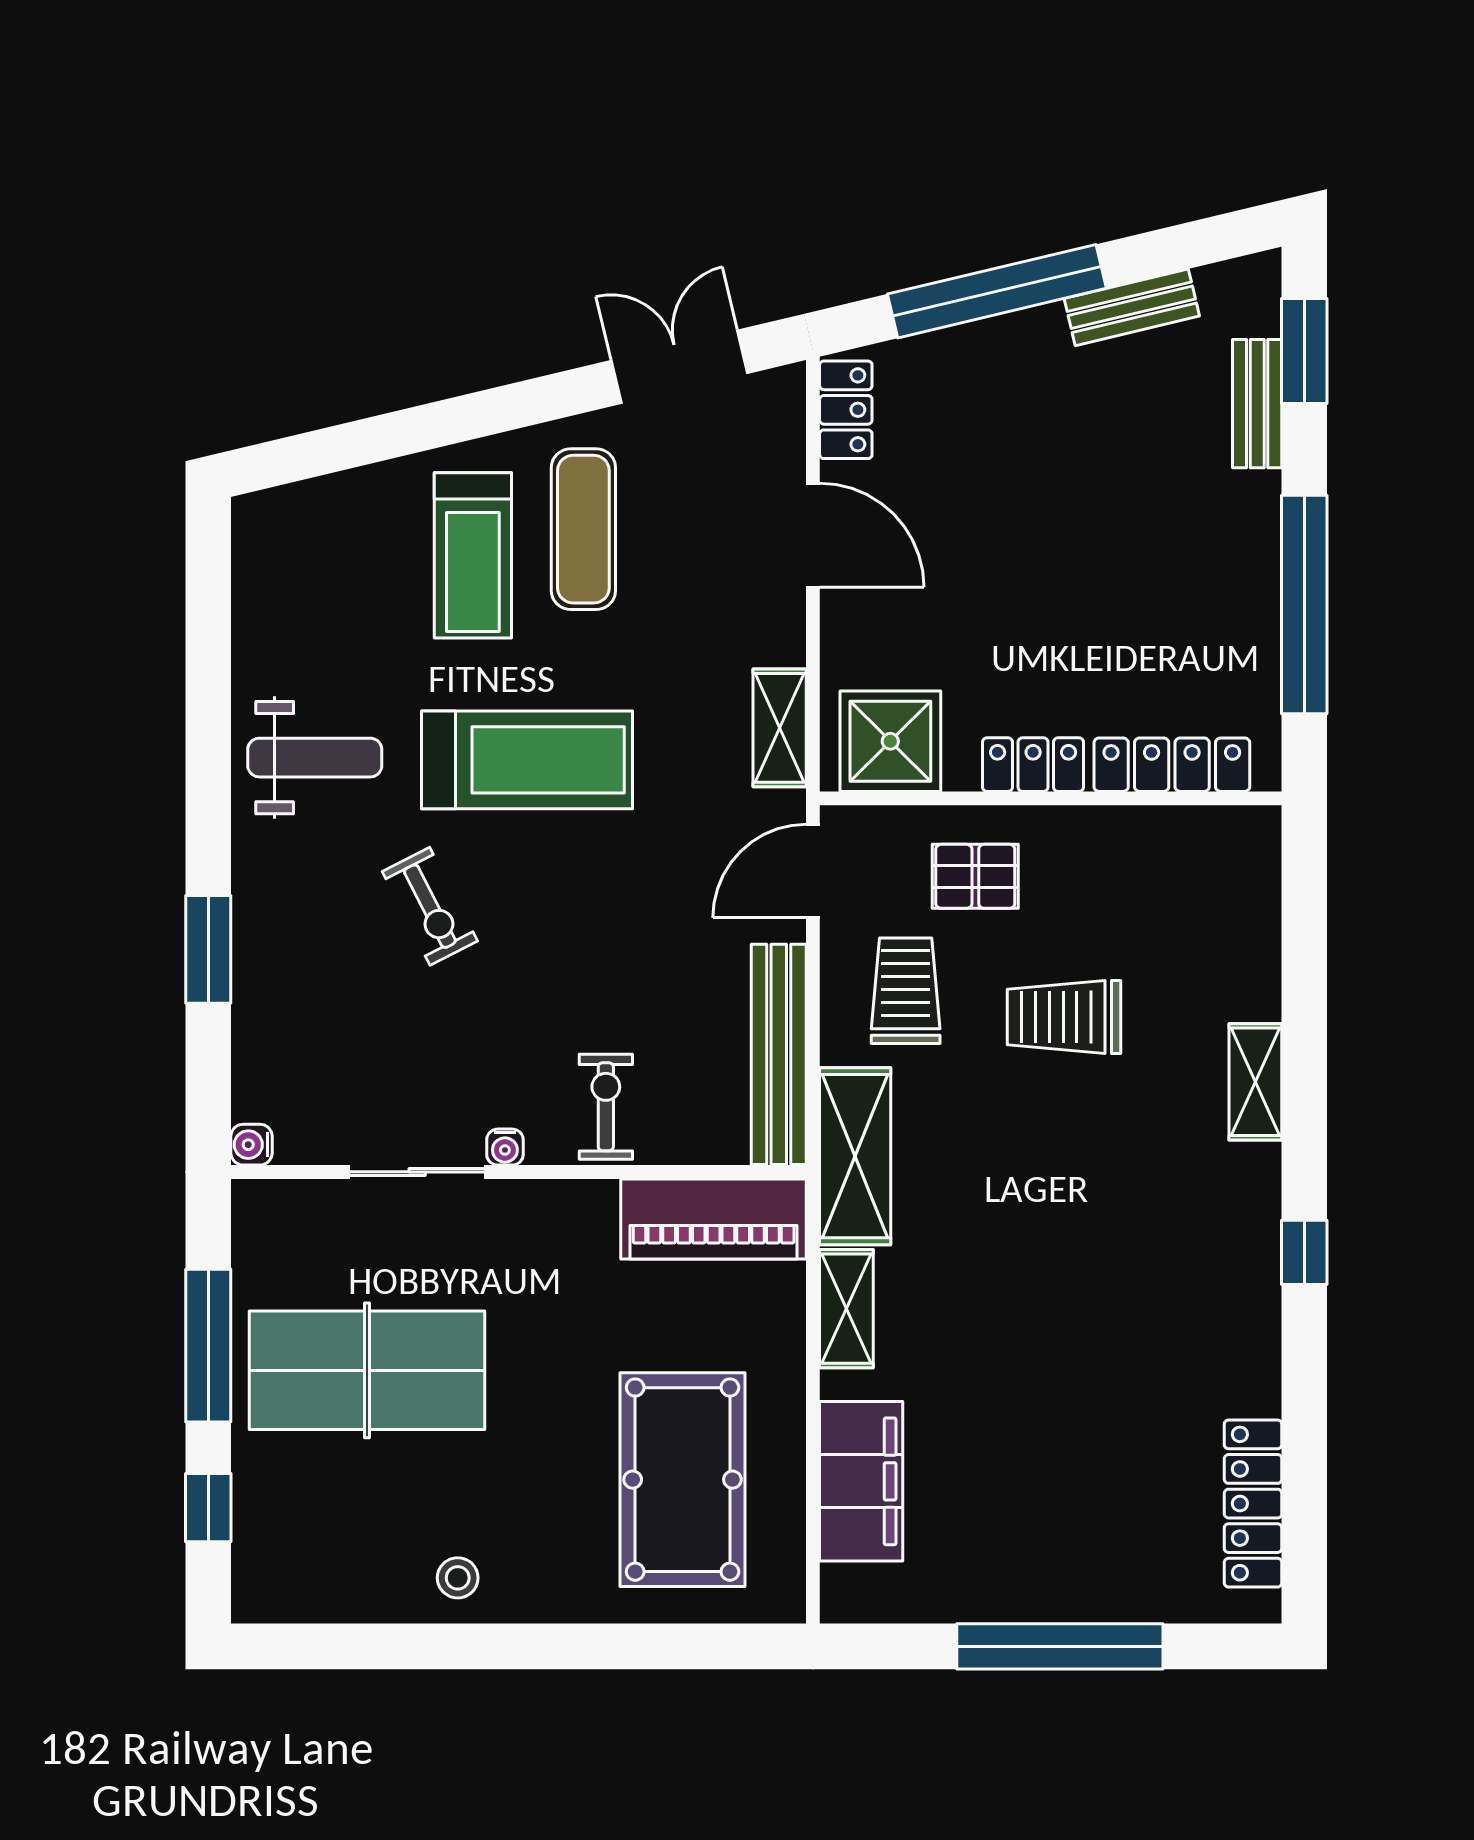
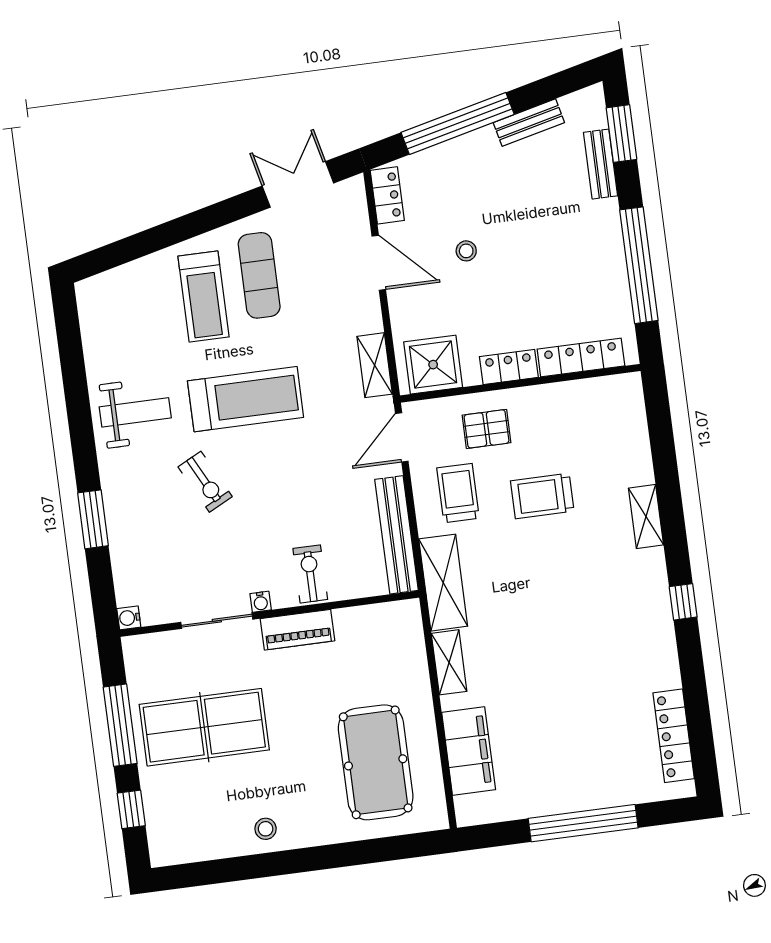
stool: (981, 534) -> (466, 251), added
piano: (714, 1219) -> (298, 630), moved, width x0.73, depth x0.75

